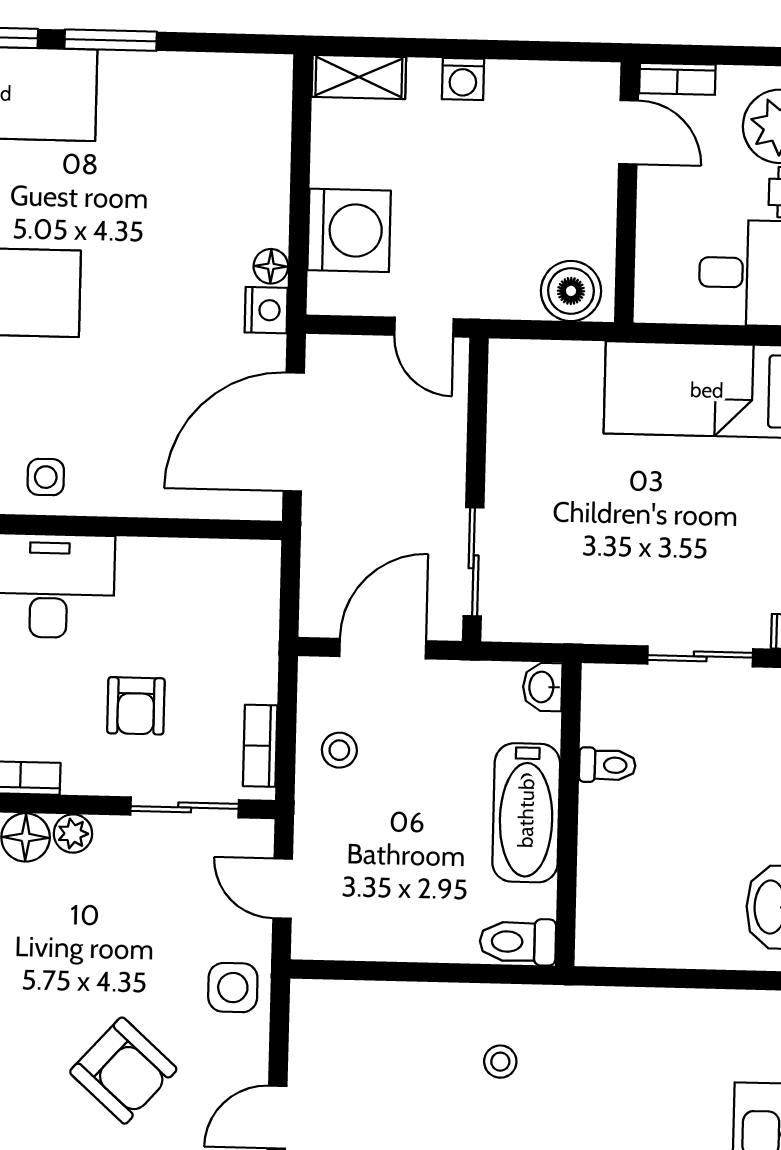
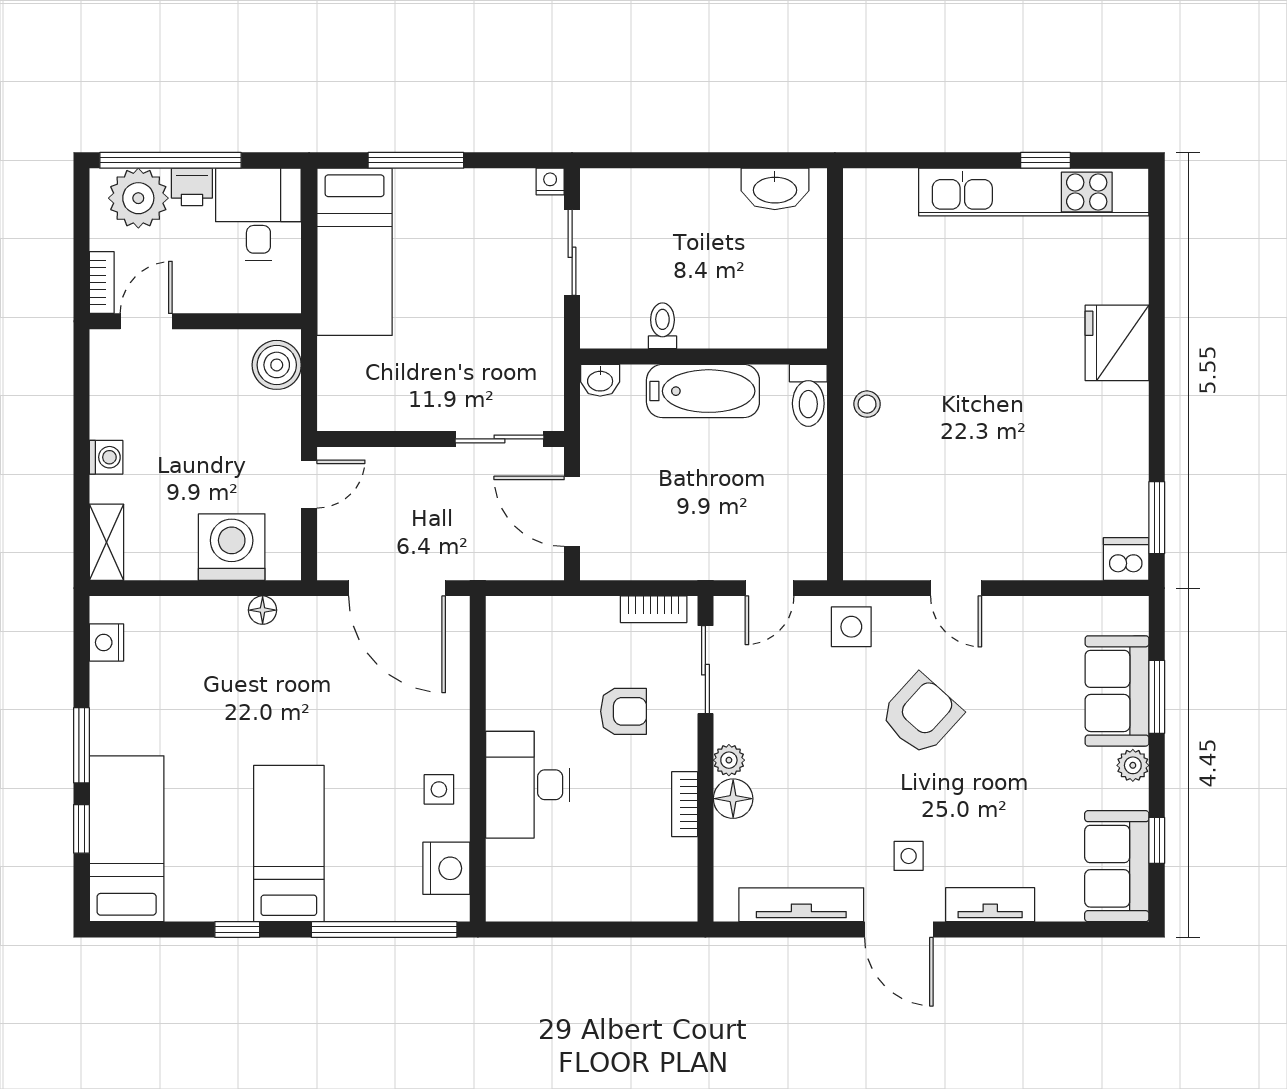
nightstand: (266, 310) -> (106, 642), moved, turned -90
stool: (339, 750) -> (656, 545), removed
stool: (500, 1062) -> (867, 404), moved

